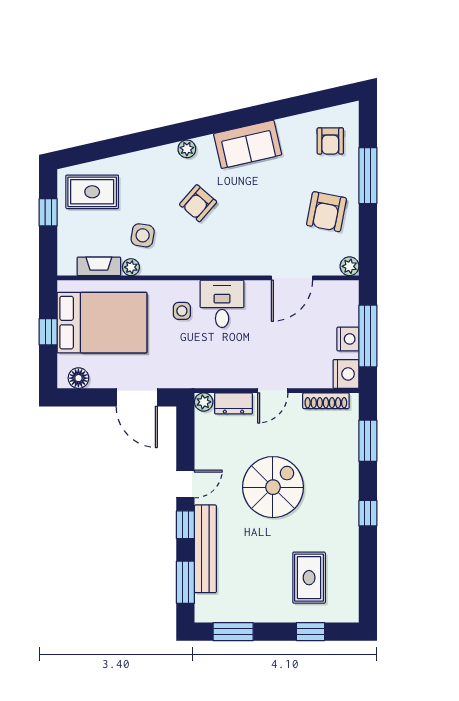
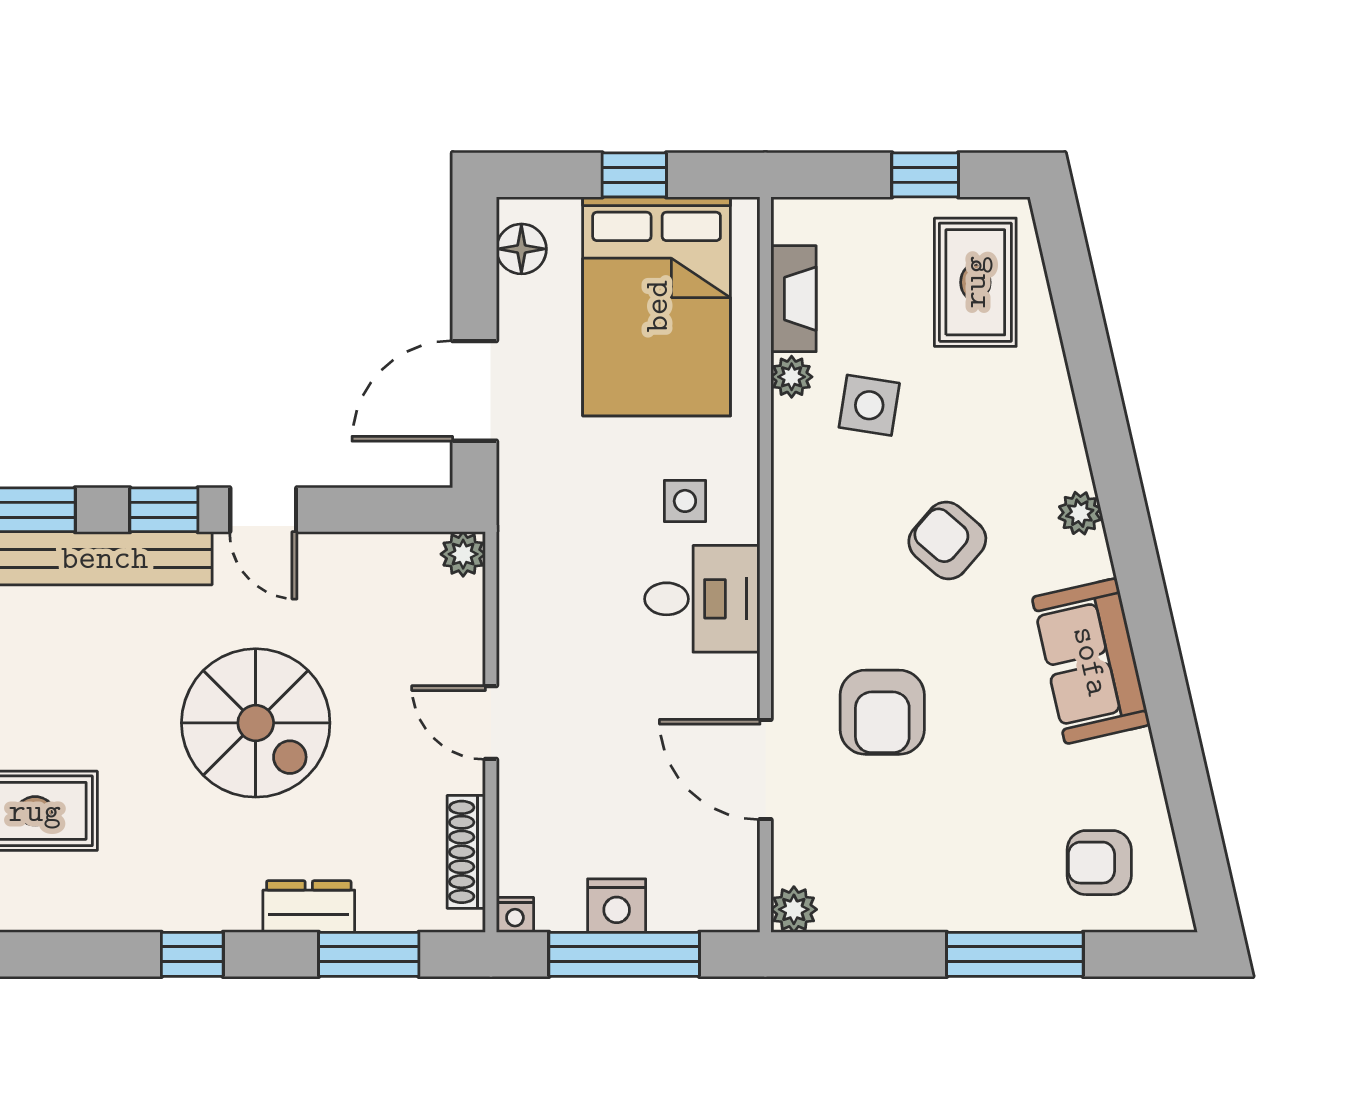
armchair: (326, 212) -> (882, 712), moved, turned -101
nightstand: (346, 374) -> (515, 915), width x0.53, depth x0.56
dresser: (233, 403) -> (309, 907), moved, turned 90

